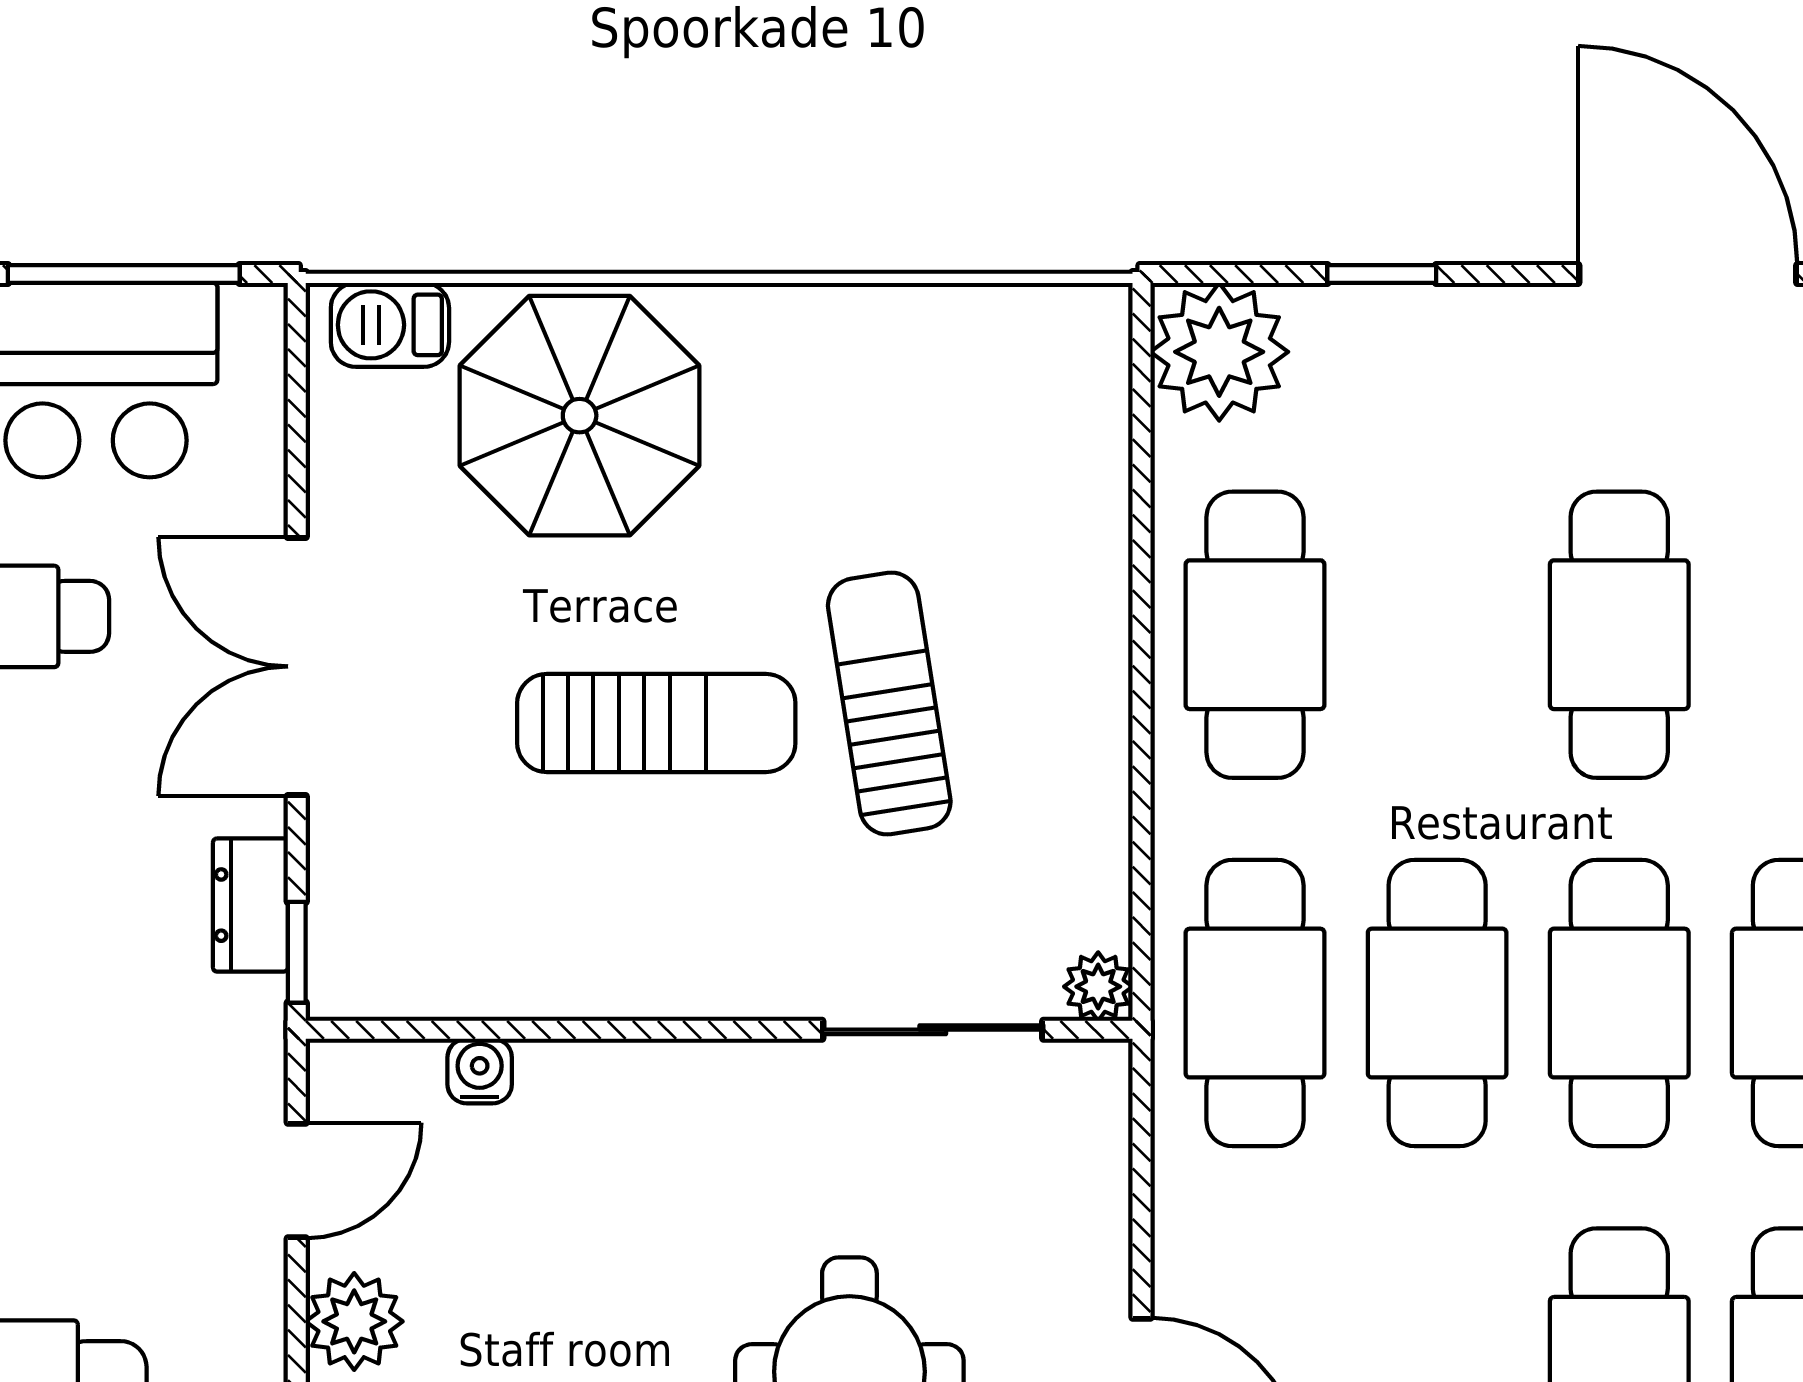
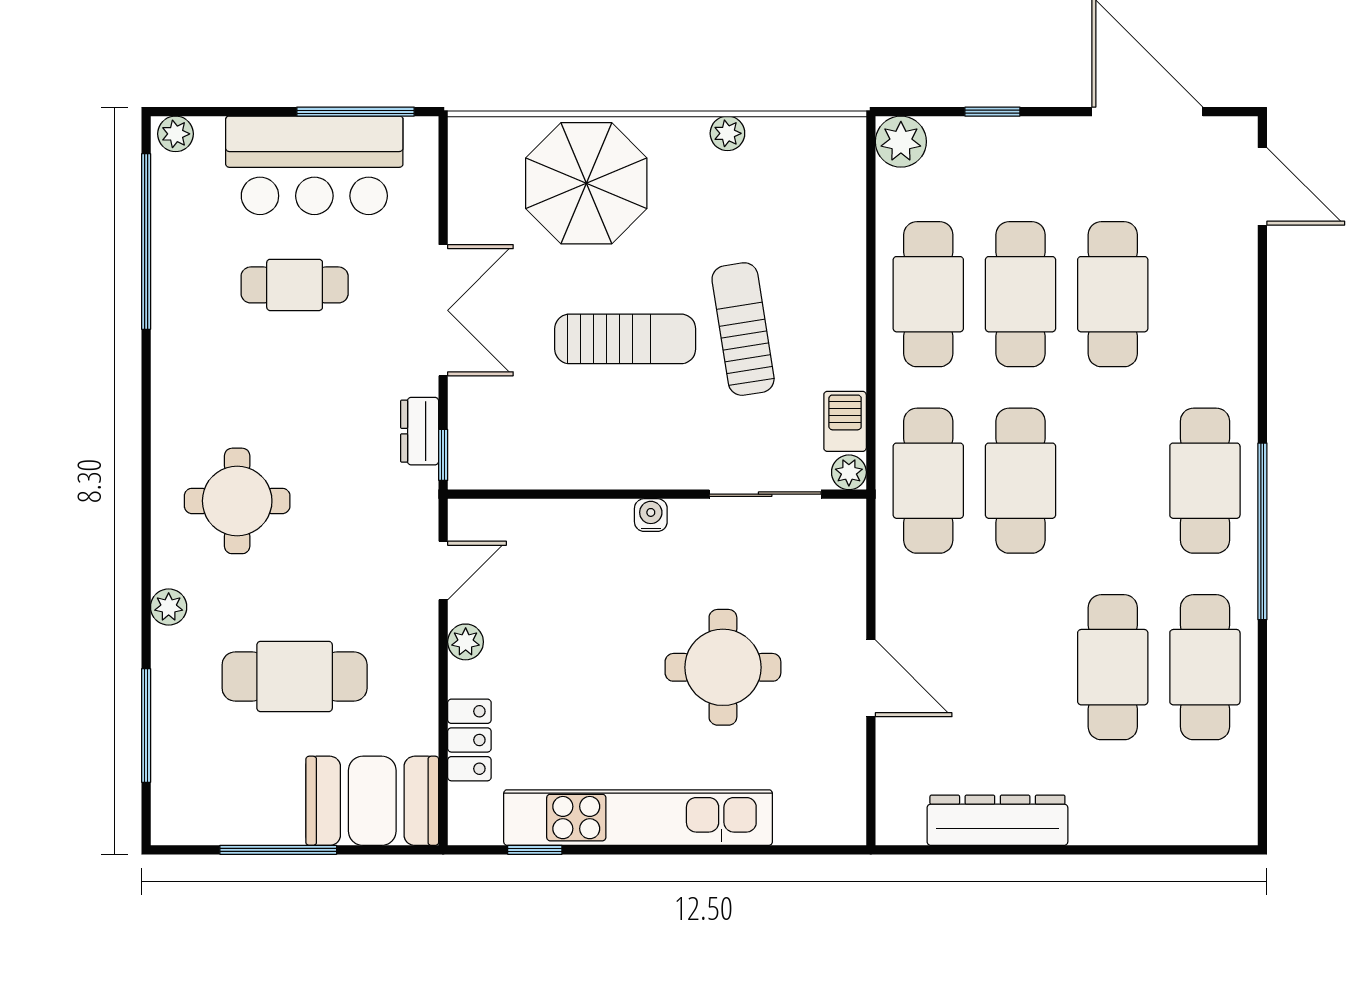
plant: (858, 317) -> (727, 133), added
barbecue: (390, 325) -> (845, 421), moved, turned 90
plant: (1219, 352) -> (901, 142), width x0.73, depth x0.73
double door: (297, 666) -> (443, 310), swing flipped
cafe table: (1619, 1003) -> (1021, 294), moved
water cooler: (480, 1071) -> (651, 515), moved
plant: (354, 1321) -> (466, 642), width x0.73, depth x0.73

